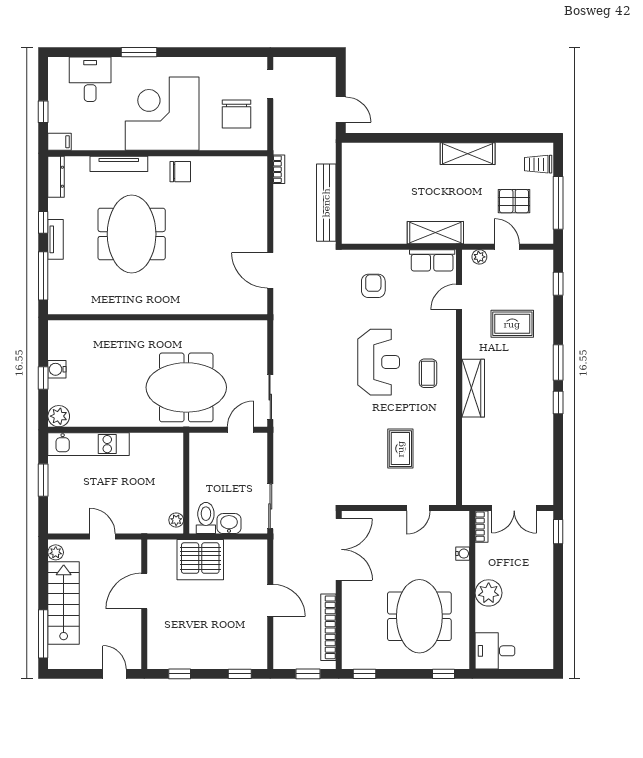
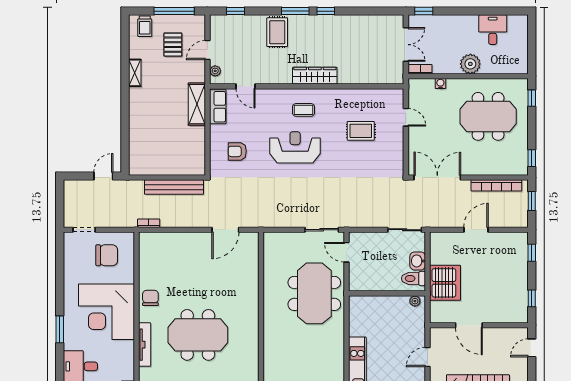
shelving: (468, 154) -> (135, 73), width x0.67, depth x0.75
rug: (512, 324) -> (277, 32), moved
desk: (495, 651) -> (493, 30), moved, turned 180

